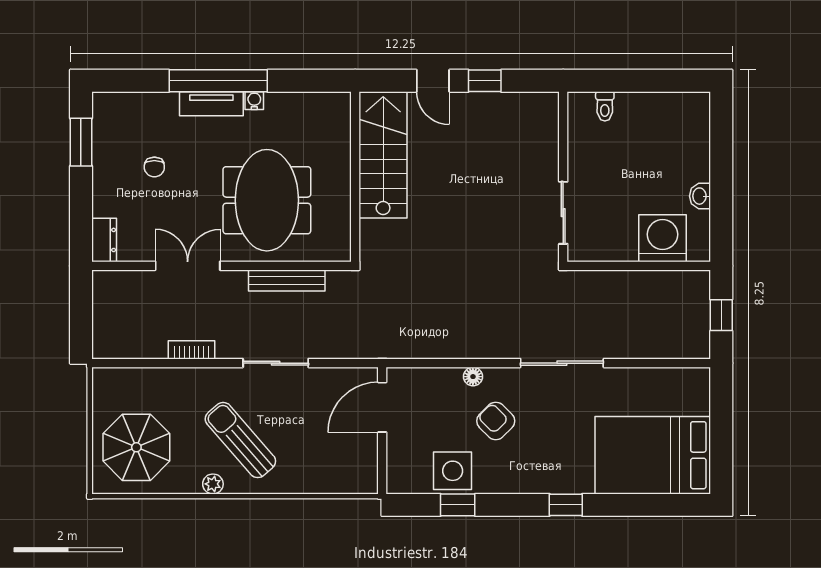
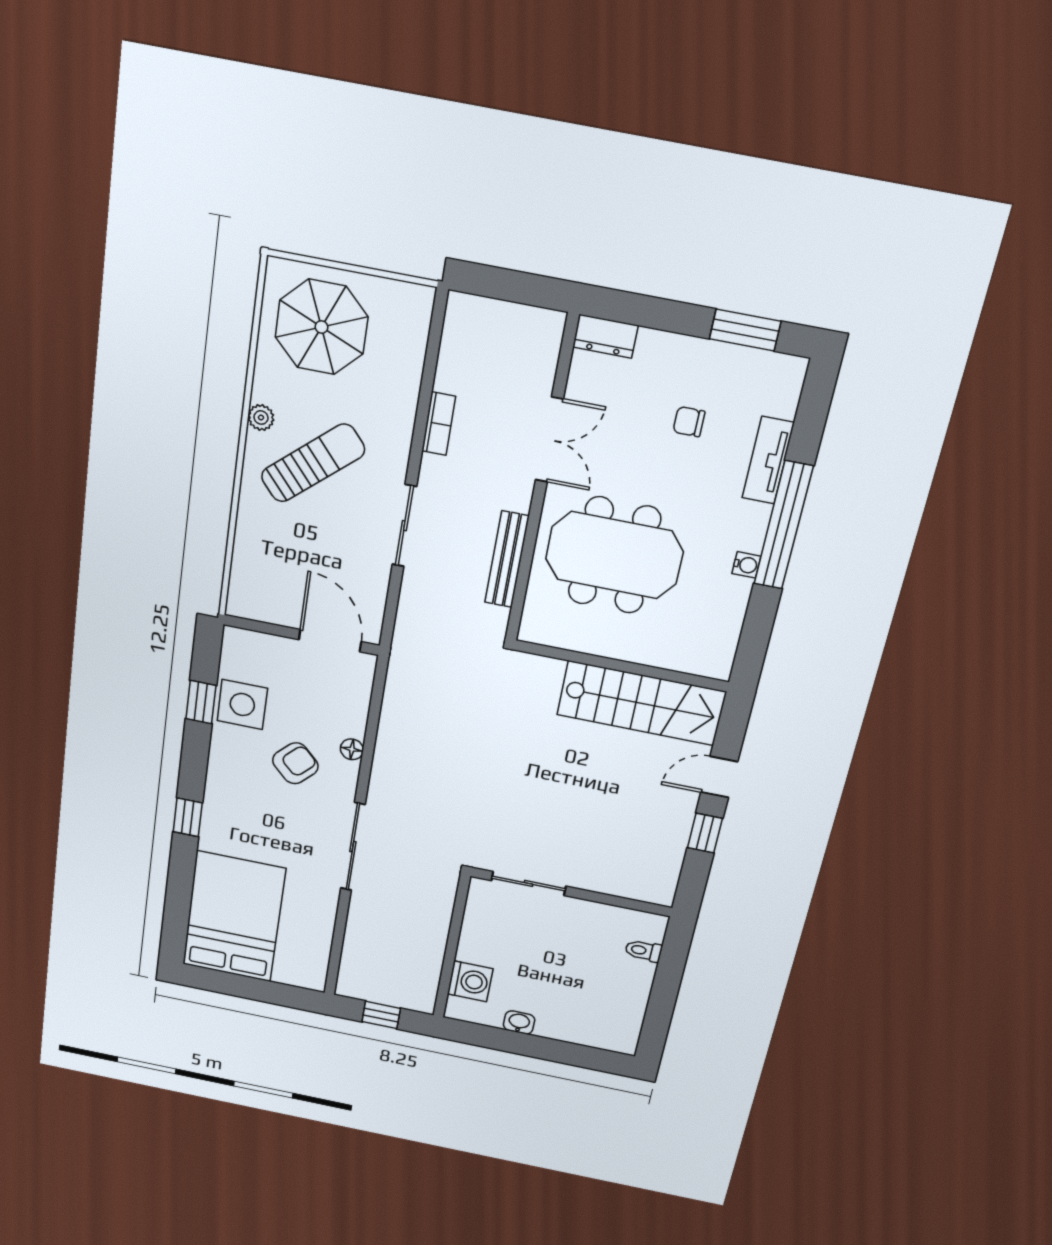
tv unit: (211, 104) -> (768, 460), moved
washing machine: (663, 238) -> (470, 981), width x0.73, depth x0.73

